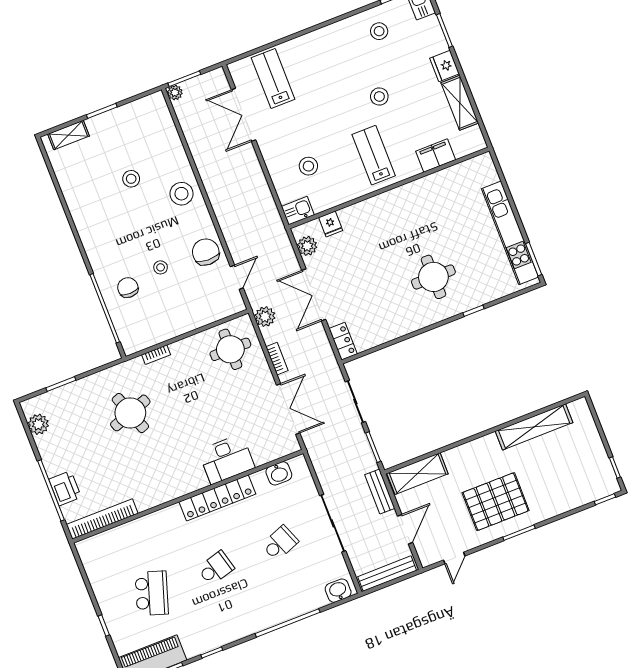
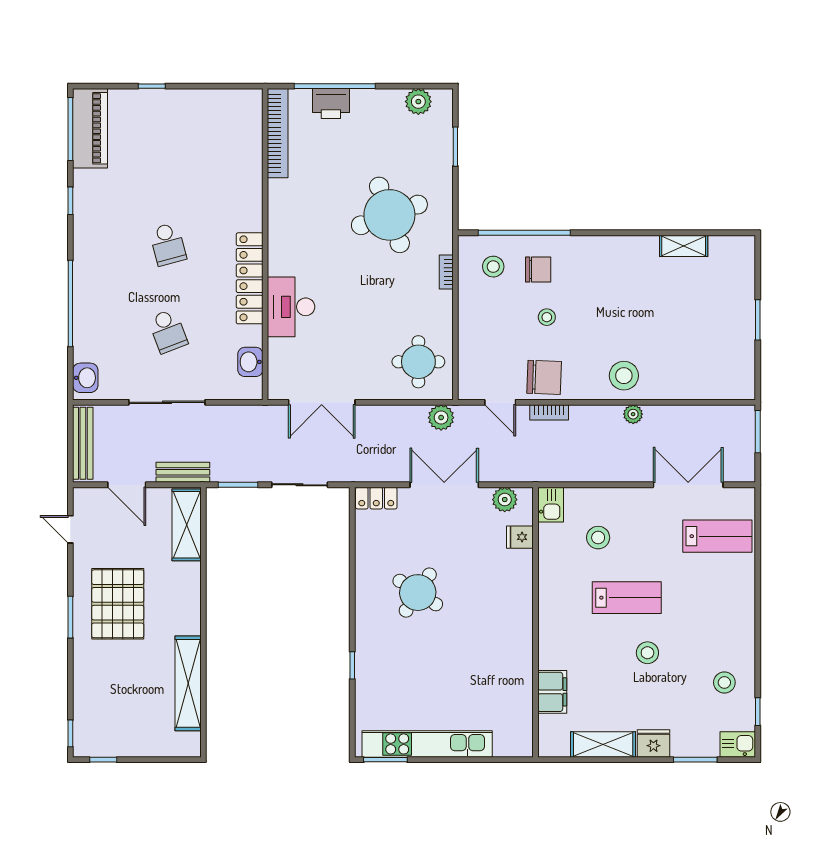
plant: (175, 93) -> (633, 414), moved
shelving: (69, 135) -> (684, 246), moved, turned 90
lab bench: (374, 155) -> (627, 598), moved
stool: (131, 179) -> (493, 267), moved
round table: (433, 277) -> (418, 593), moved, turned 33
bookcase: (277, 359) -> (549, 412), moved
round table: (130, 413) -> (389, 215), width x1.36, depth x1.36
school desk: (152, 593) -> (168, 157), removed

